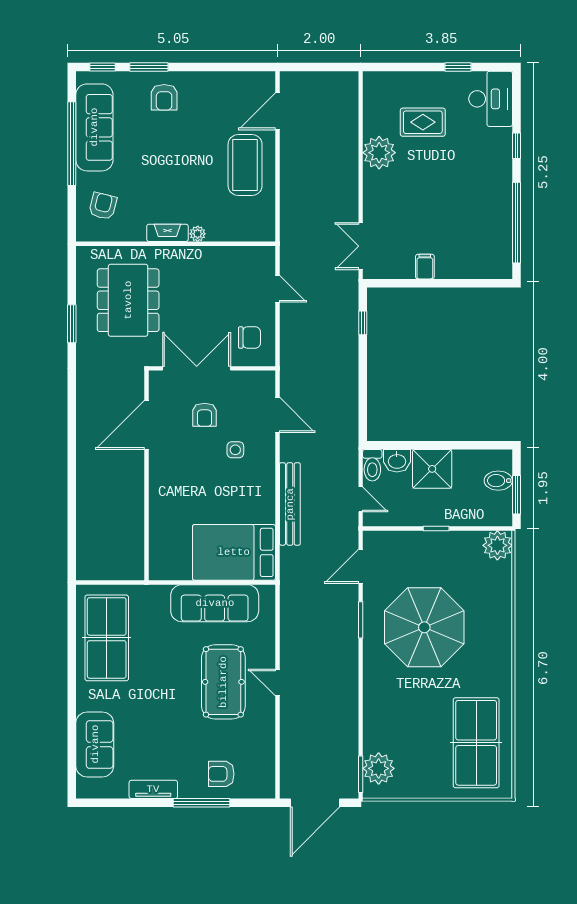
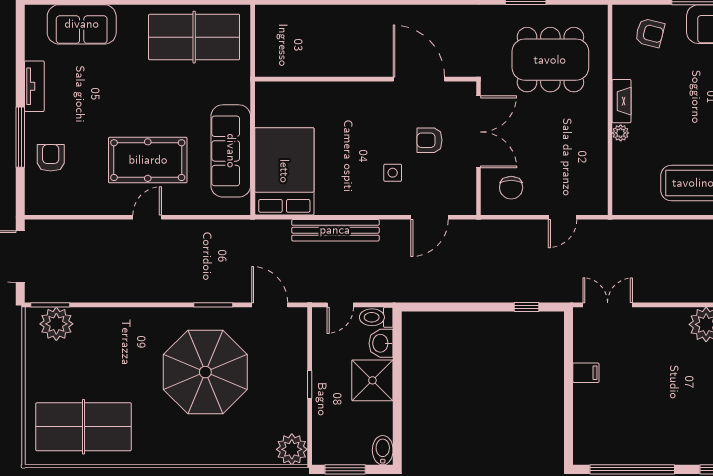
bidet: (498, 481) -> (383, 450), moved

